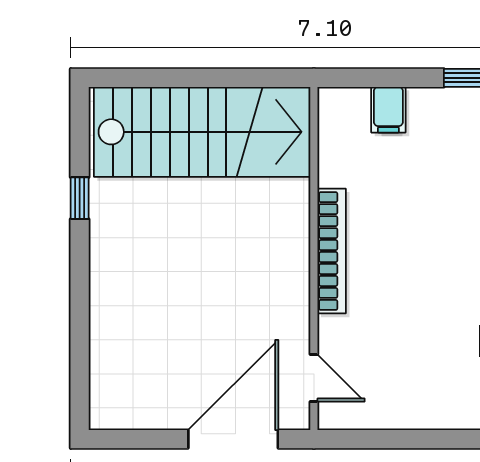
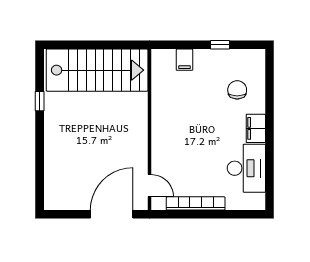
bookcase: (332, 251) -> (196, 203), moved, turned -90

